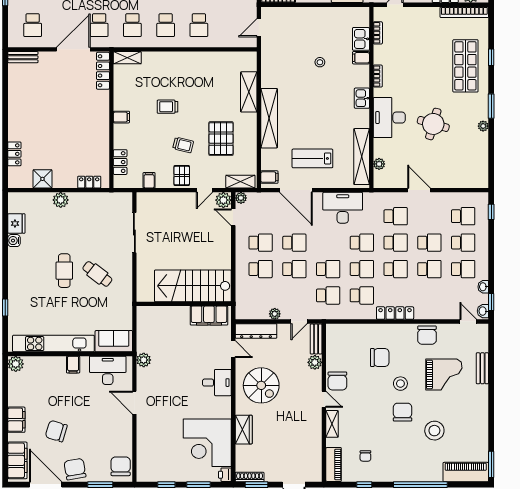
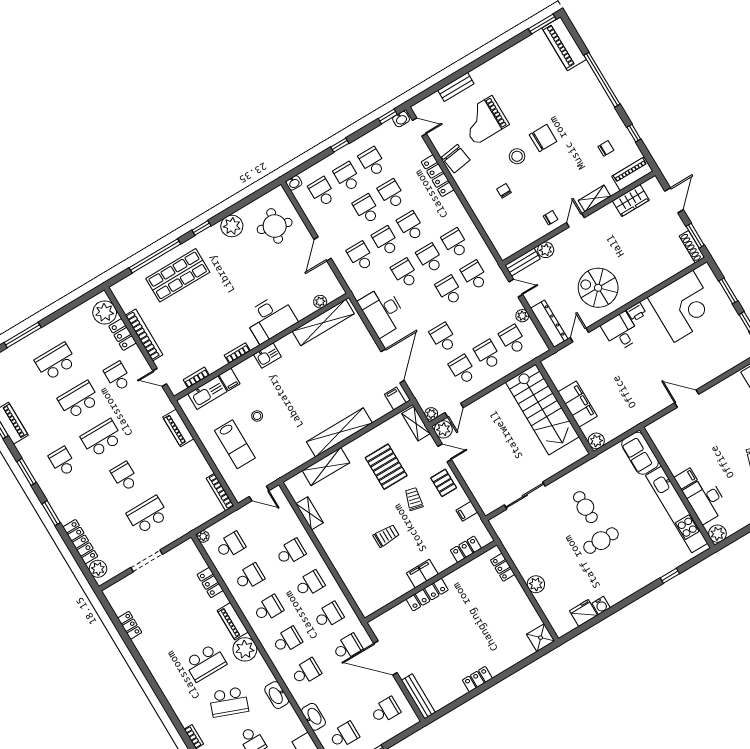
bookcase: (464, 12) -> (144, 335), moved
kitchen sink: (361, 39) -> (207, 393), width x1.38
bench: (23, 57) -> (418, 696), width x1.36
window: (491, 57) -> (155, 256), width x3.17
shelving: (127, 58) -> (309, 513), moved
locker: (103, 71) -> (427, 595), moved
window: (491, 106) -> (201, 228), width x0.67
trolley: (167, 107) -> (386, 536), turned -90
filing cabinet: (121, 117) -> (422, 574), width x2.00
round table: (433, 124) -> (275, 226), moved
plant: (483, 126) -> (232, 226), width x1.87, depth x1.87
pallet: (221, 139) -> (386, 467), turned 90
locker: (14, 154) -> (477, 679), moved
lab bench: (312, 158) -> (235, 444), moved
pallet: (182, 176) -> (444, 483), turned 90
shower: (42, 179) -> (541, 638), moved
window: (491, 212) -> (340, 145), moved
school desk: (294, 269) -> (513, 340), moved
cafe table: (97, 274) -> (585, 507), turned -37
washbasin: (483, 287) -> (294, 183), moved
locker: (395, 313) -> (438, 176), moved
filing cabinet: (209, 316) -> (578, 404), moved
door: (468, 321) -> (419, 127), swing flipped
chair: (427, 335) -> (456, 159), turned 82
chair: (380, 357) -> (504, 191), width x0.54, depth x0.54
plant: (144, 360) -> (596, 441), moved
desk: (108, 370) -> (706, 500), moved
grand piano: (444, 374) -> (484, 120), turned -90
chair: (337, 381) -> (551, 218), width x0.54, depth x0.54
spiral stairs: (261, 385) -> (598, 288), turned -90
door: (134, 403) -> (687, 399), swing flipped
chair: (403, 412) -> (543, 138), turned 180
wardrobe: (244, 430) -> (631, 201), moved, turned 180
stool: (434, 431) -> (542, 97), removed
printer: (225, 475) -> (636, 312), moved

